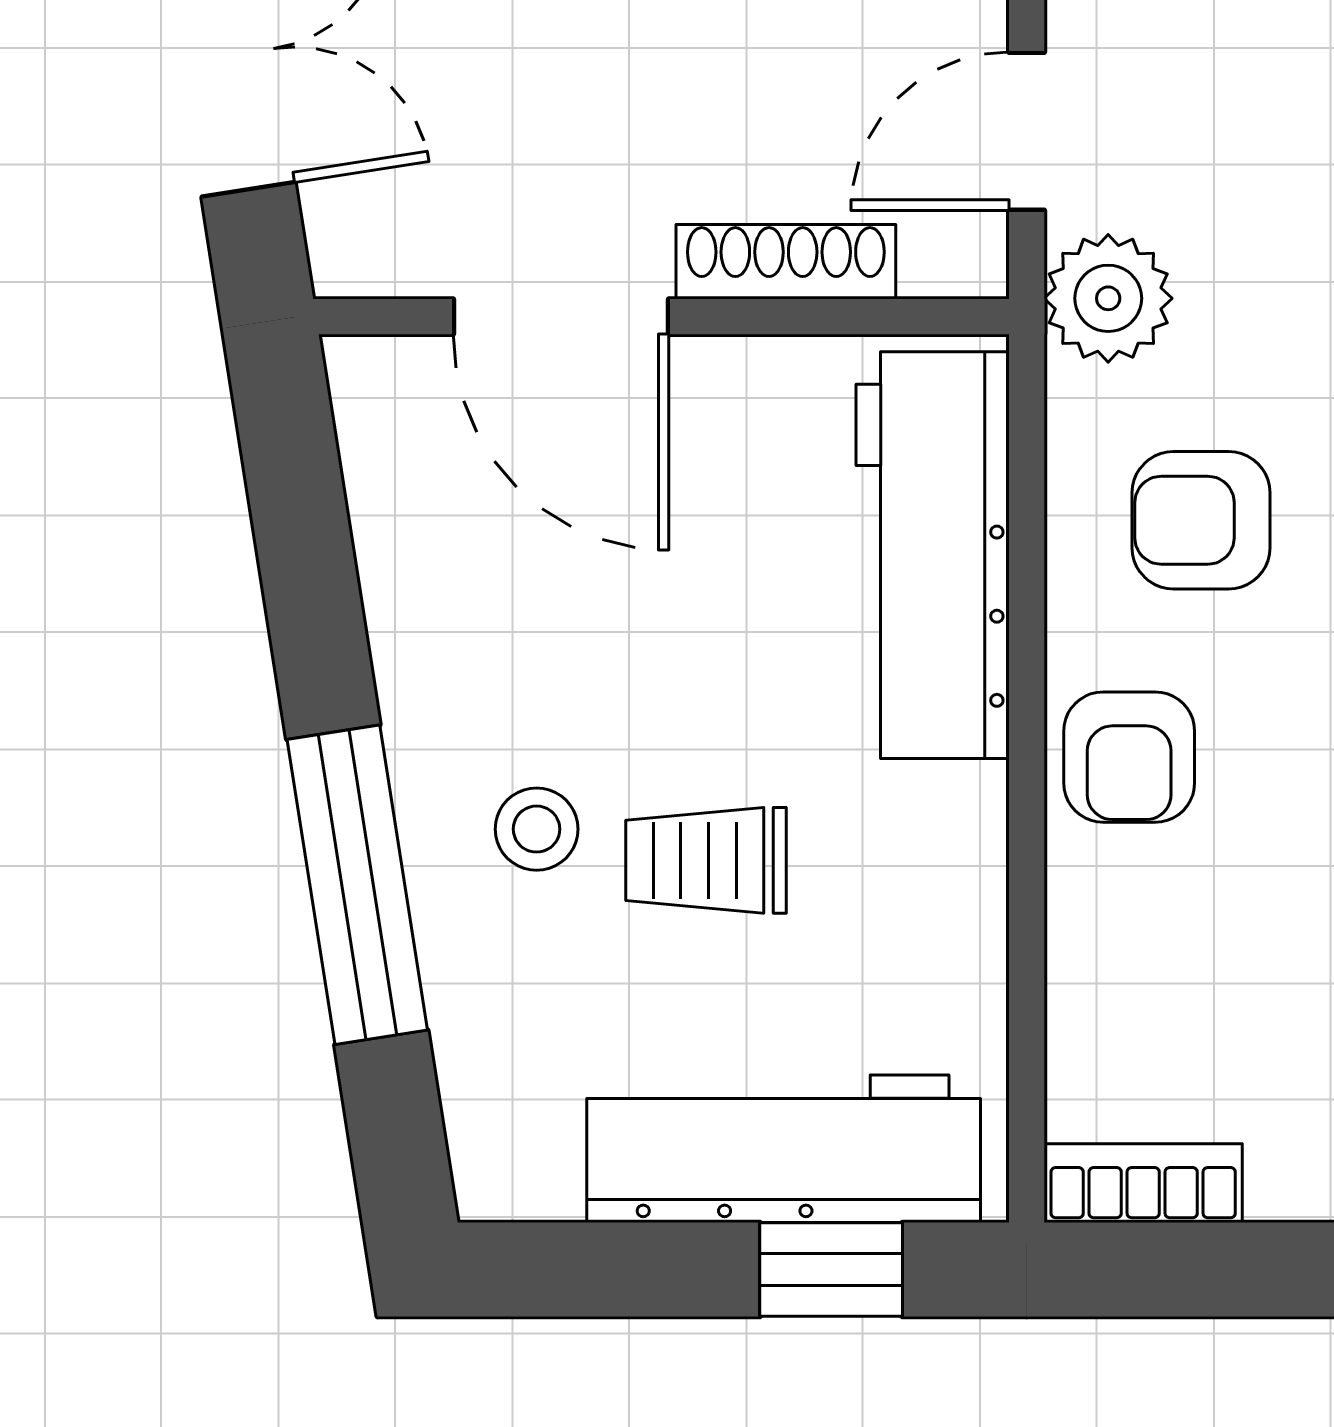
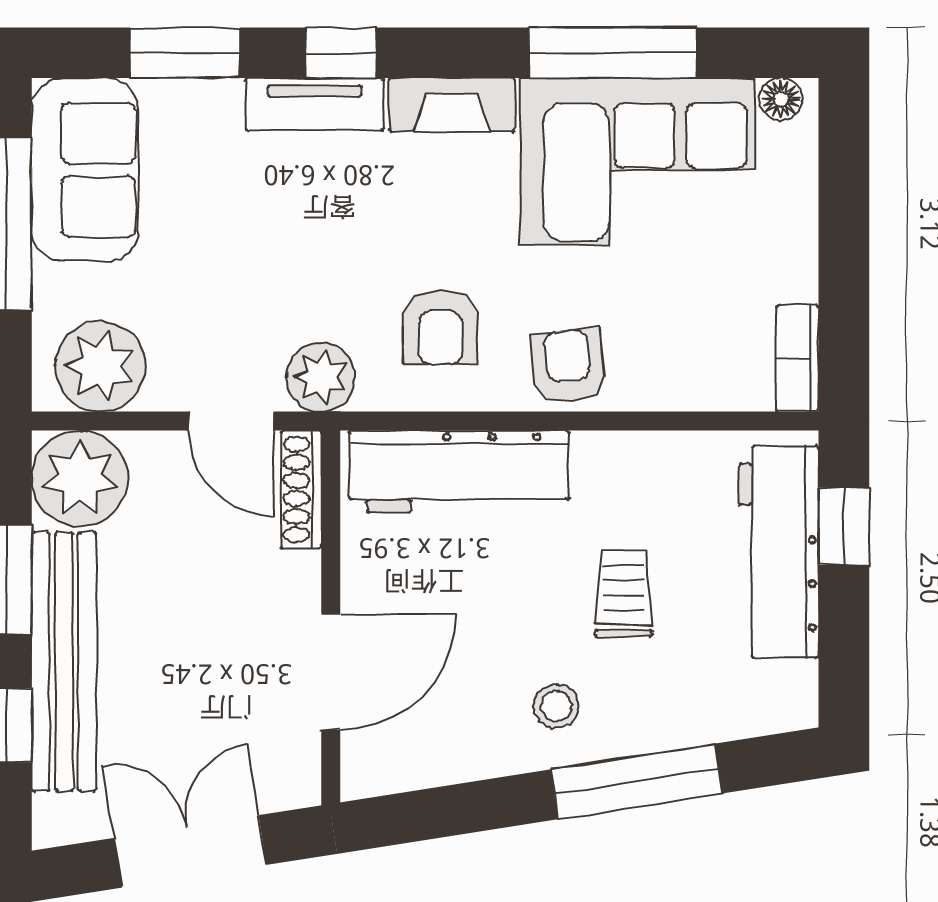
shoe rack: (786, 262) -> (301, 490), moved
armchair: (1129, 757) -> (568, 366), turned -96
stool: (537, 829) -> (556, 706), moved
trolley: (706, 860) -> (624, 594), turned 180

